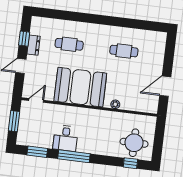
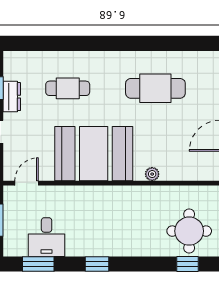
cafe table: (124, 51) -> (155, 88), width x1.37, depth x1.35
desk: (66, 138) -> (47, 237), moved
window: (74, 156) -> (97, 264), width x0.46

